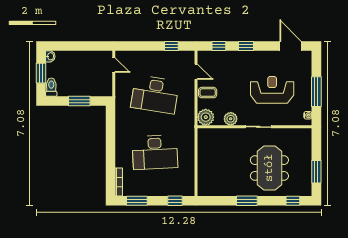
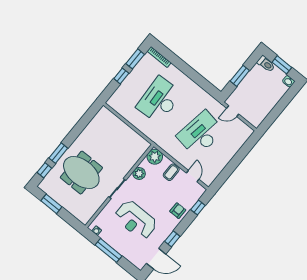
window: (171, 46) -> (226, 174), removed
window: (246, 46) -> (172, 239), moved
armchair: (235, 61) -> (178, 211), added
door: (114, 65) -> (233, 111), moved
door: (196, 72) -> (193, 176), swing flipped
reception desk: (272, 90) -> (136, 220), turned 90
window: (175, 201) -> (121, 76), moved
window: (247, 201) -> (58, 153), moved

